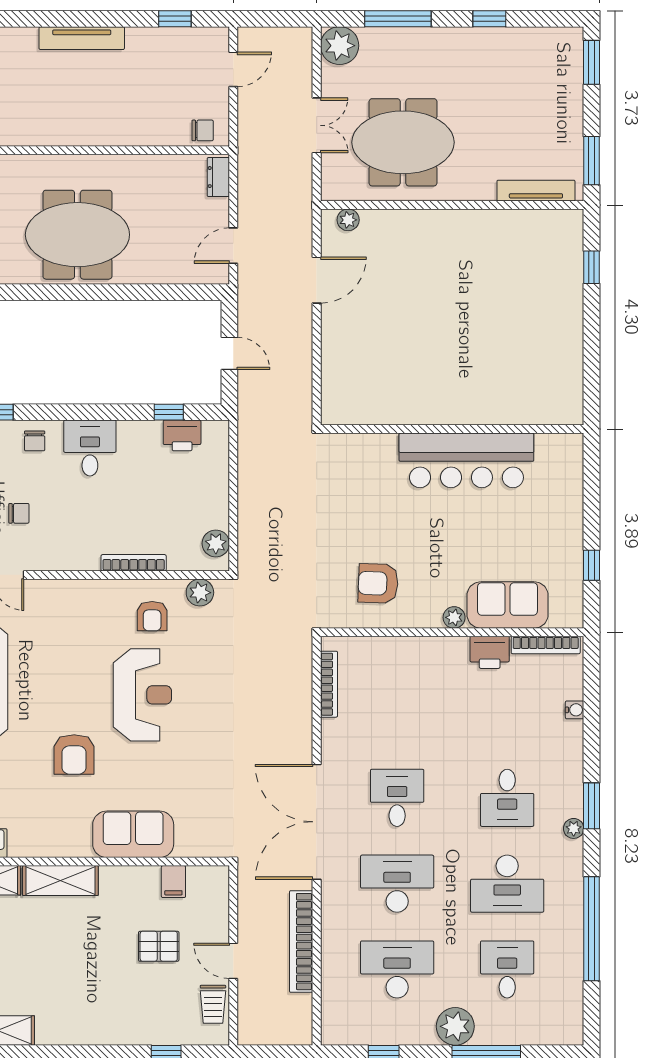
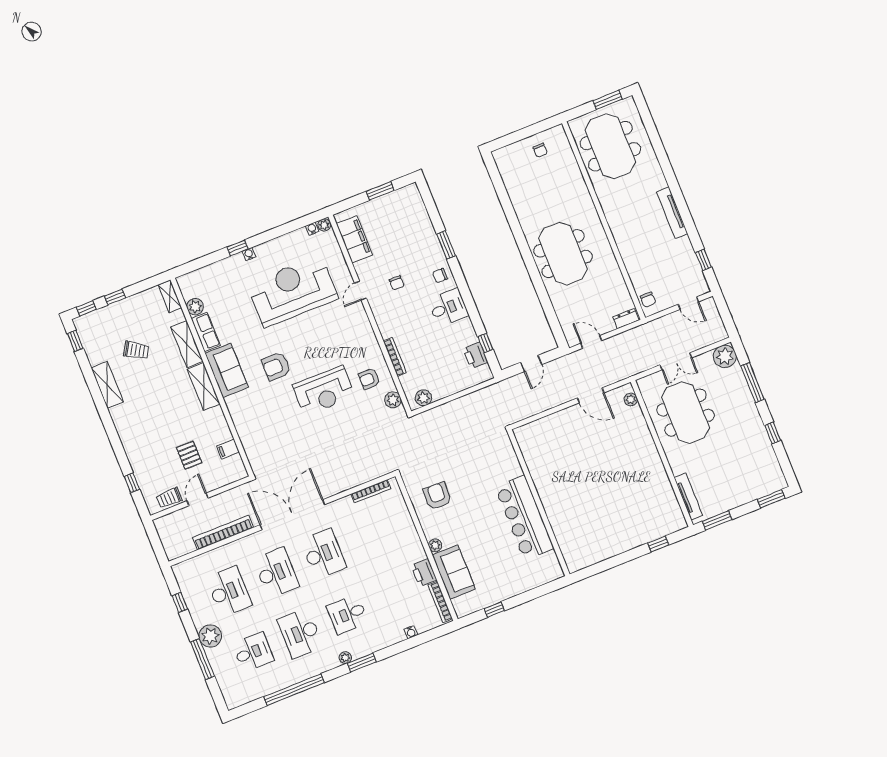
desk: (397, 798) -> (323, 554), width x1.37
sofa: (133, 834) -> (227, 370), moved

